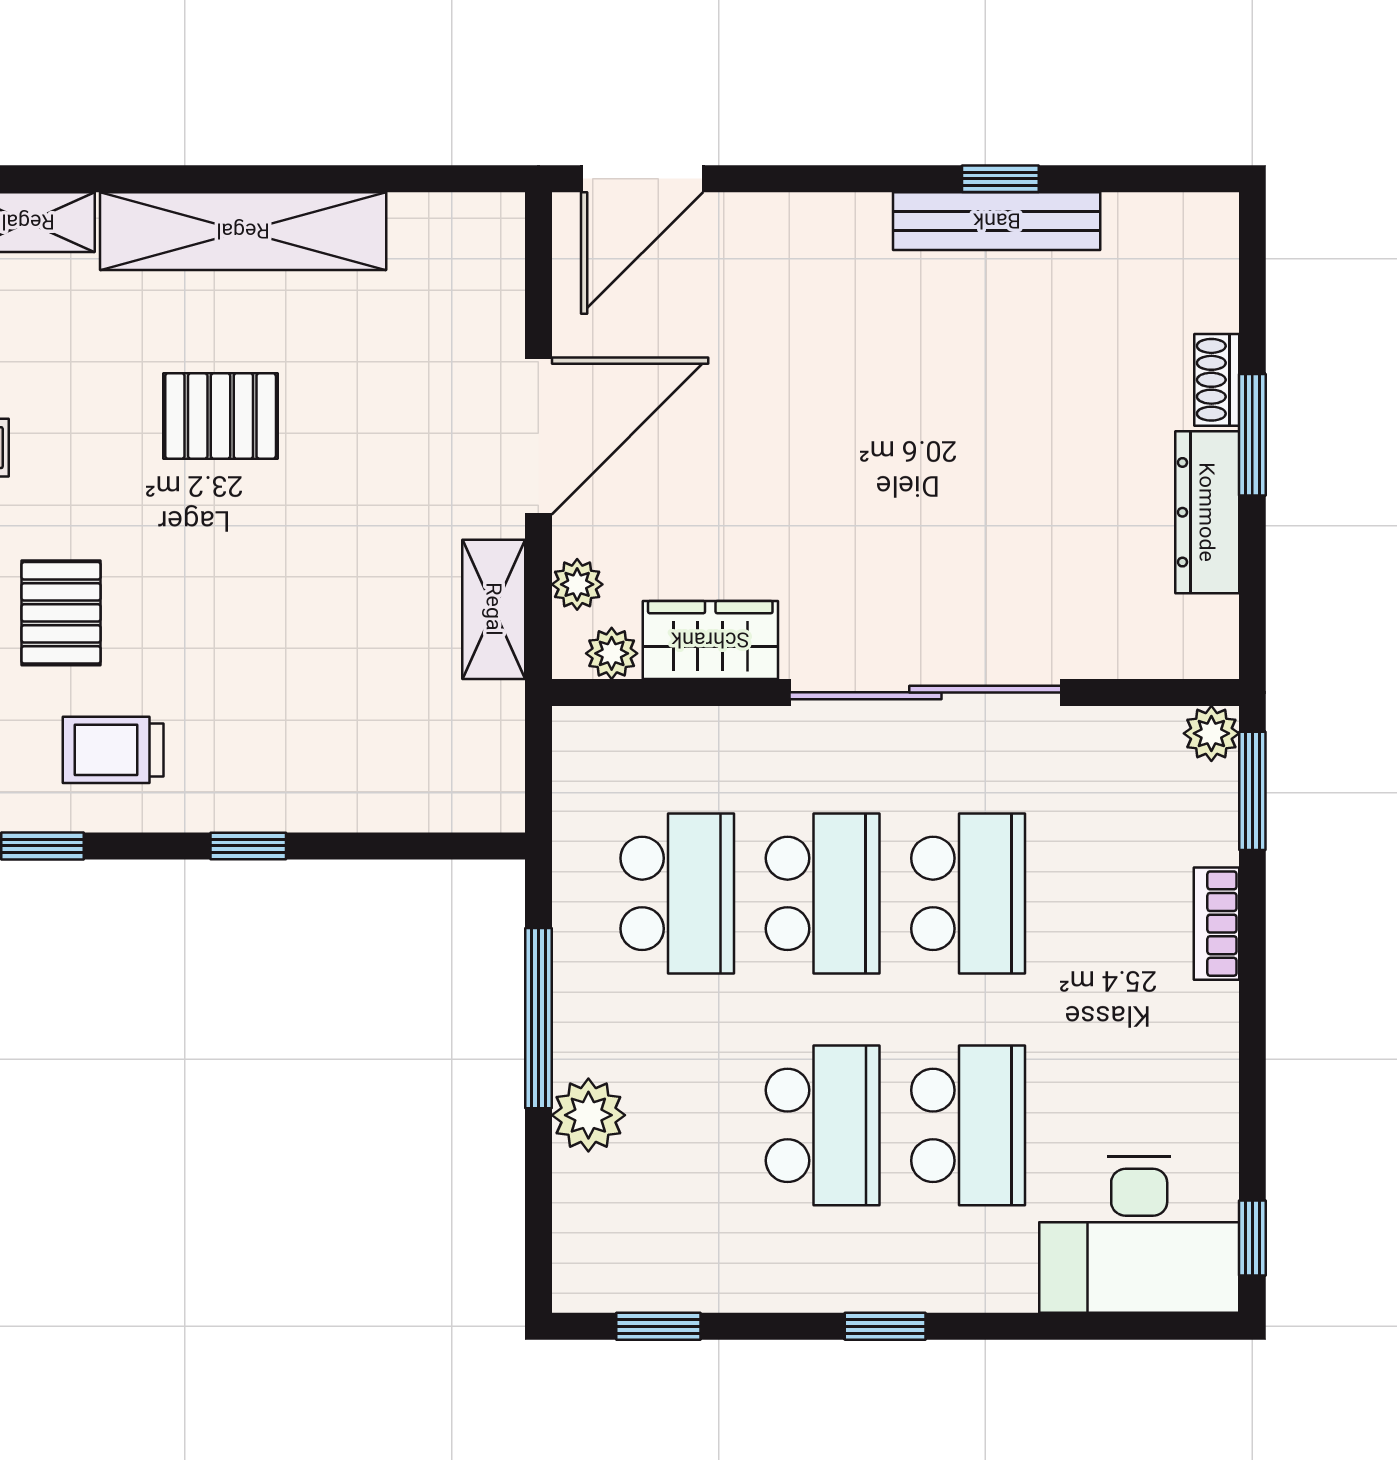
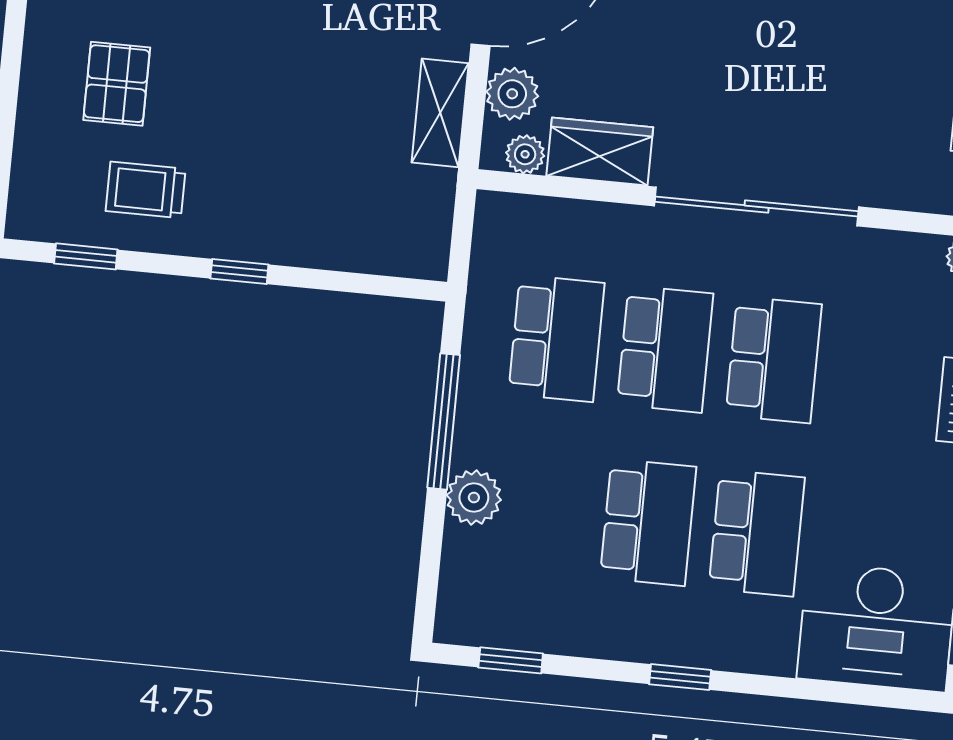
plant: (577, 584) -> (512, 94), width x1.38, depth x1.38

